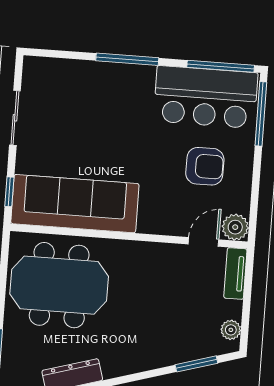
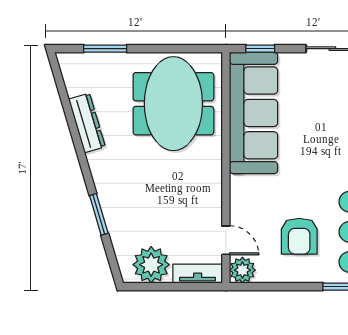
plant: (231, 330) -> (151, 265), width x1.88, depth x1.88
window: (196, 364) -> (99, 214), moved

